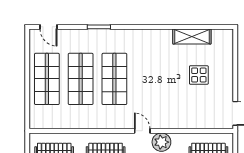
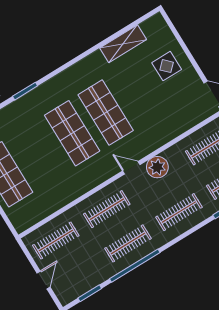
display table: (199, 75) -> (167, 66), moved
shop shelf: (81, 79) -> (106, 113), moved

